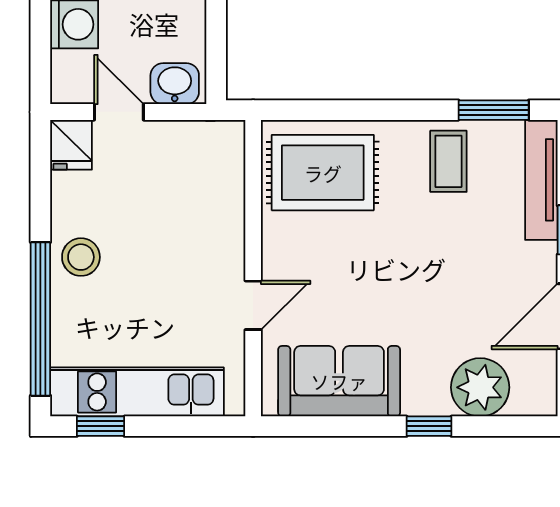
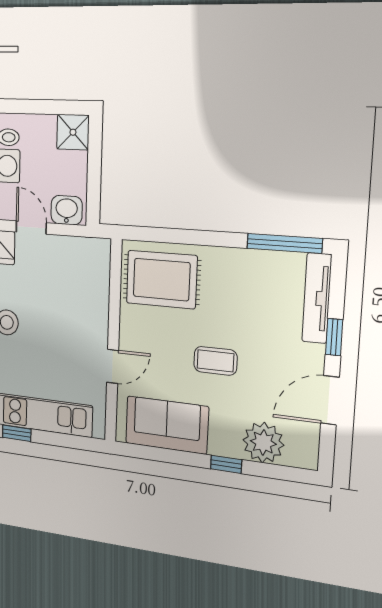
window: (494, 110) -> (284, 243), width x1.44
coffee table: (448, 161) -> (215, 361), moved, turned 90

